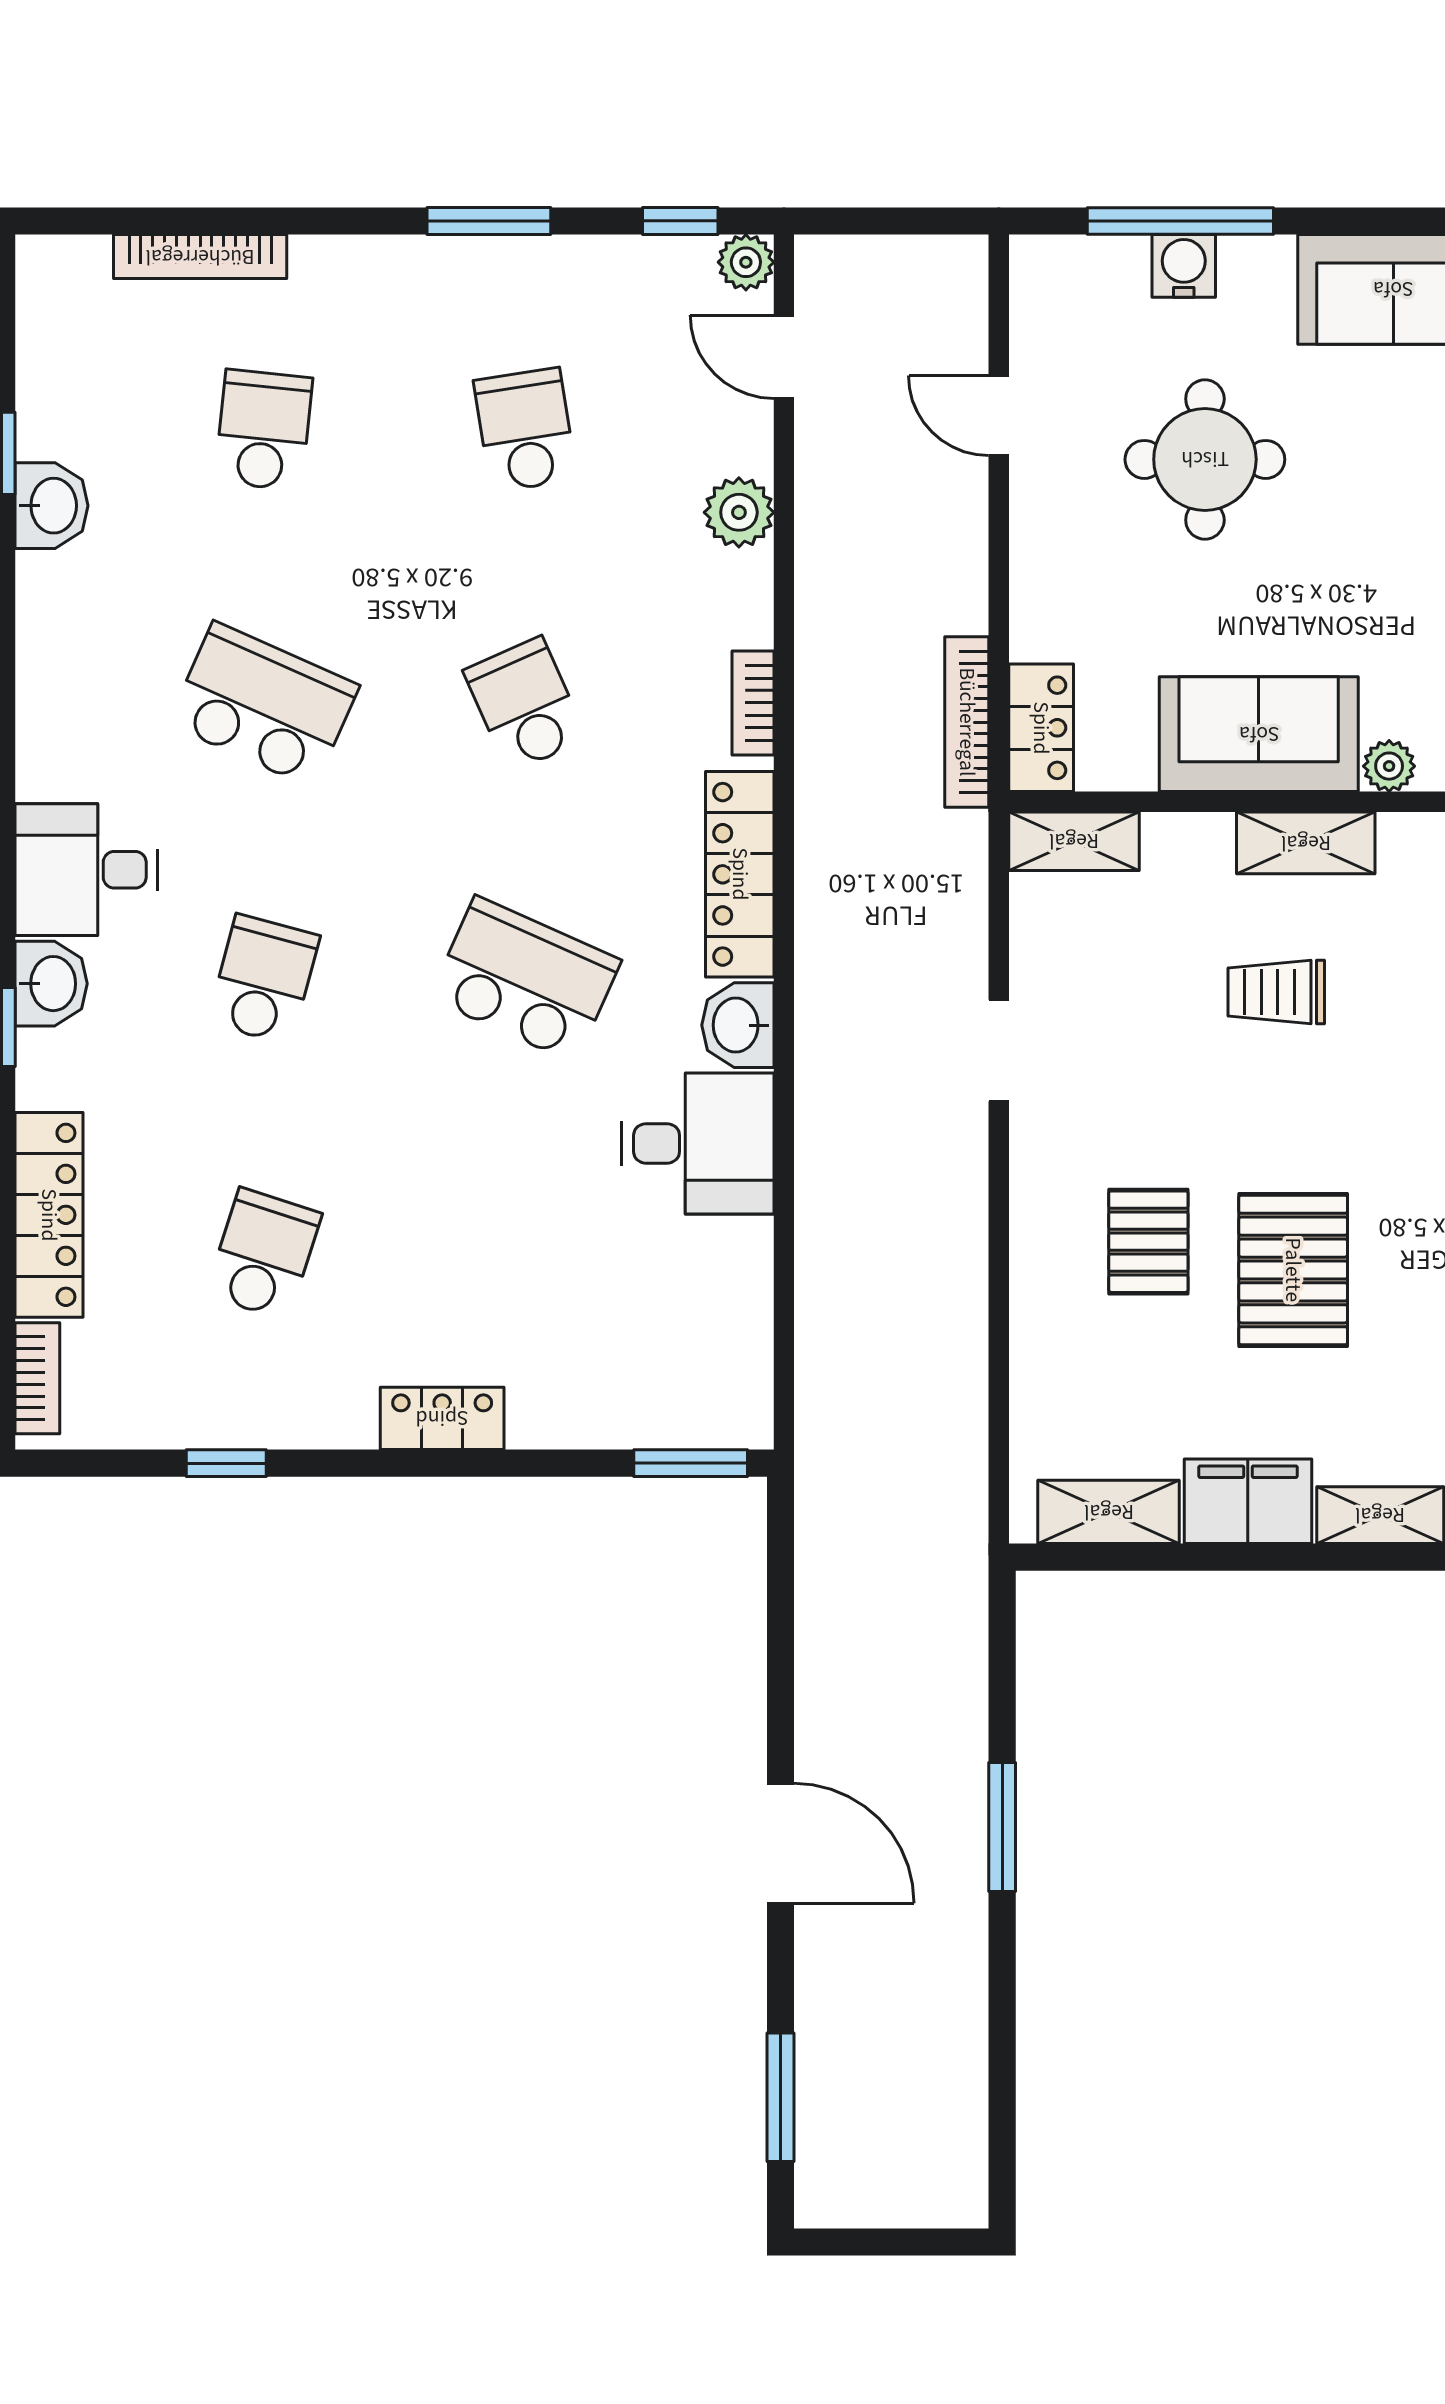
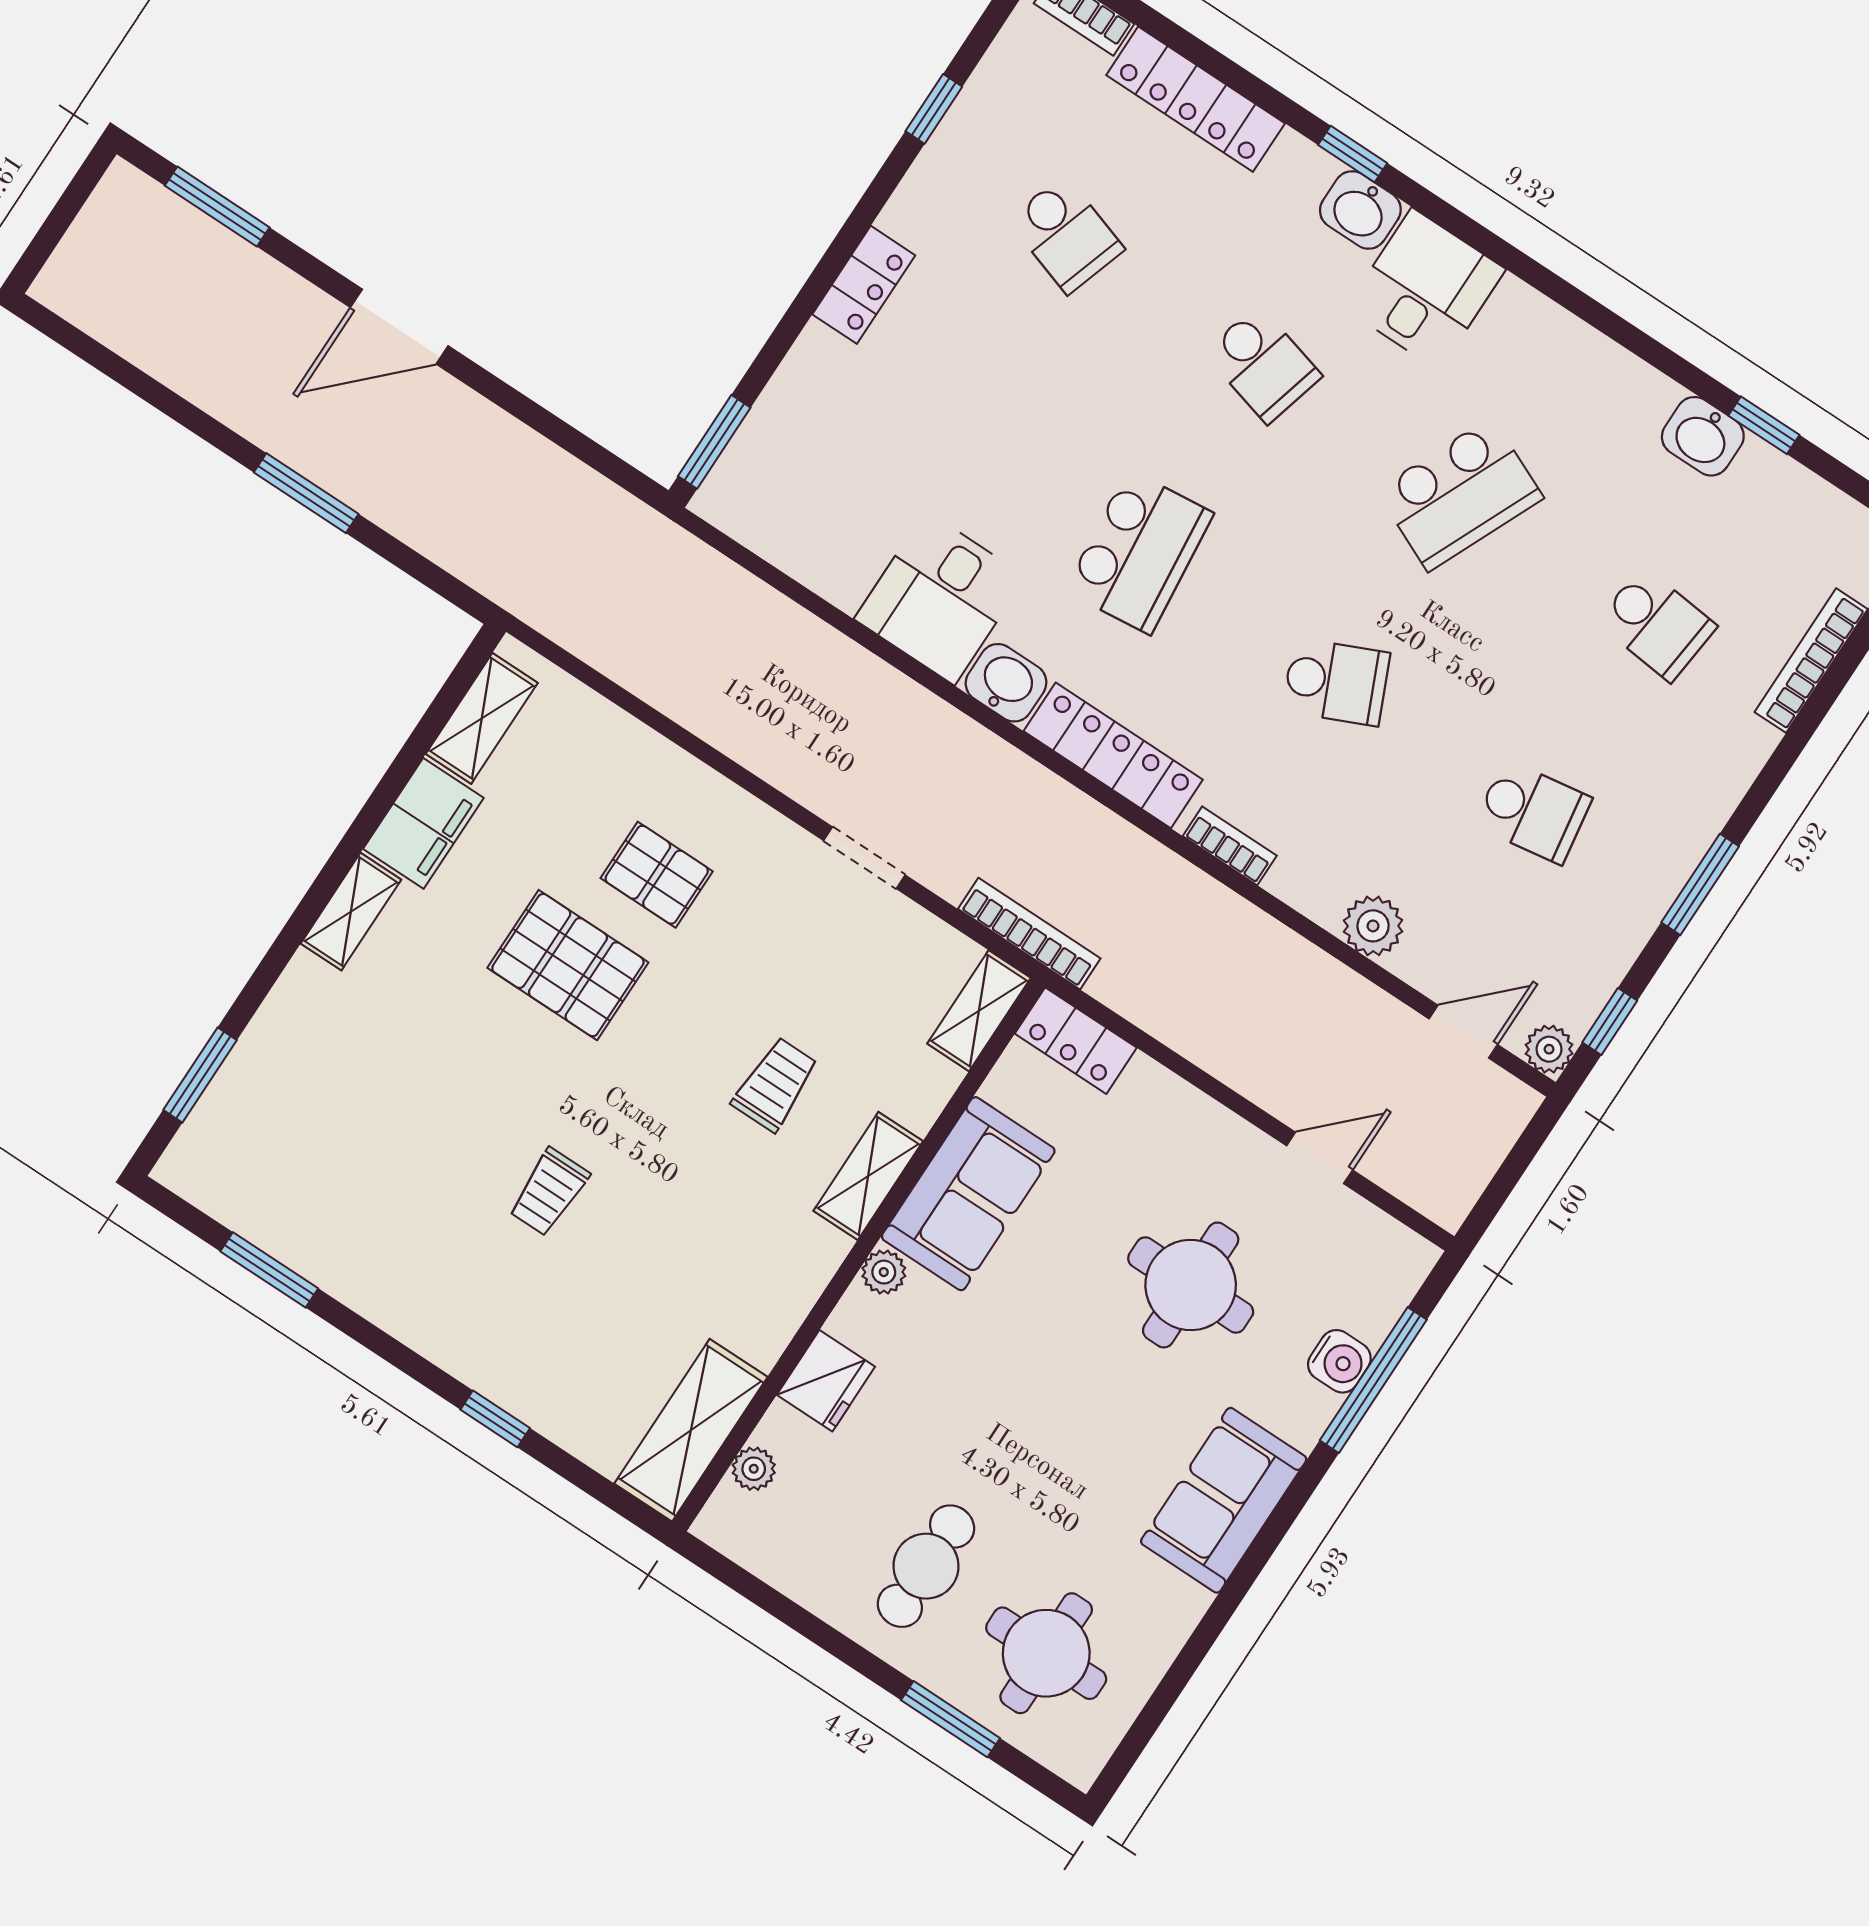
bookcase: (967, 722) -> (1029, 934), moved
school desk: (525, 979) -> (1139, 552), turned -30

